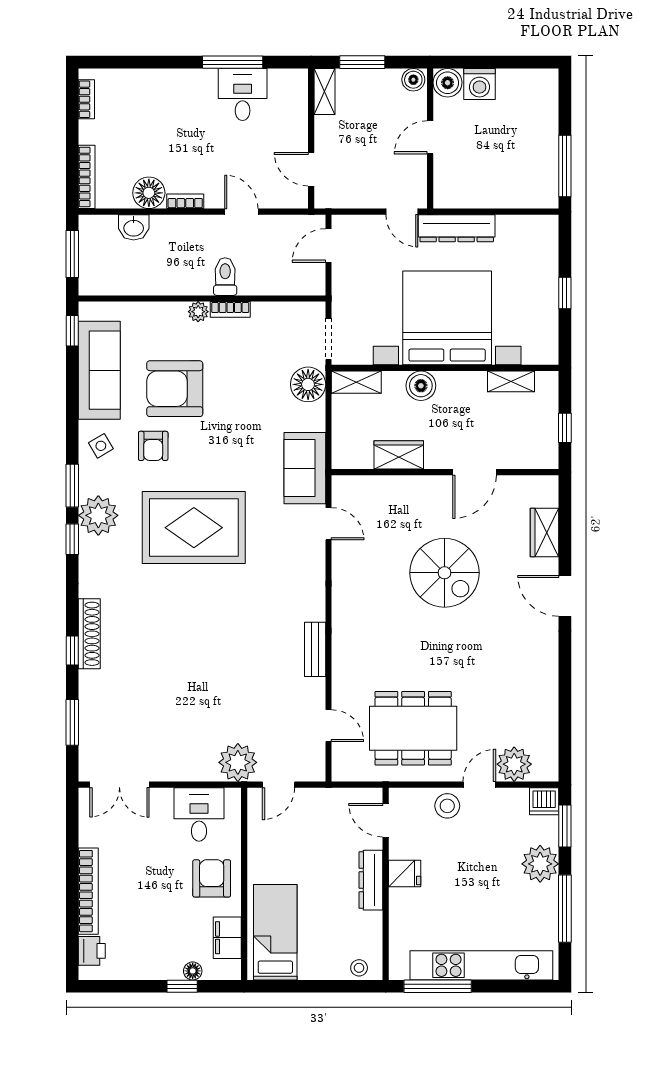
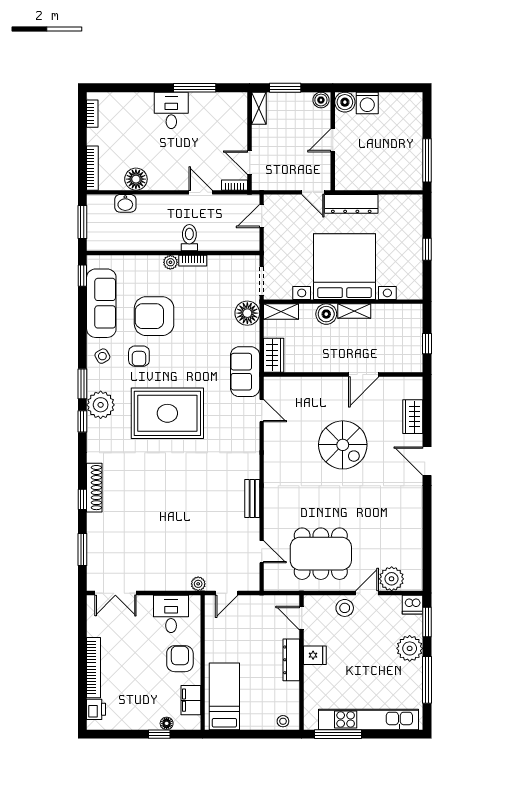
desk: (243, 94) -> (171, 110), moved
bookcase: (185, 201) -> (234, 185), moved
shelving: (511, 381) -> (354, 311), moved
wardrobe: (399, 455) -> (274, 355), moved, turned 90
plant: (238, 762) -> (198, 584), width x0.53, depth x0.53

